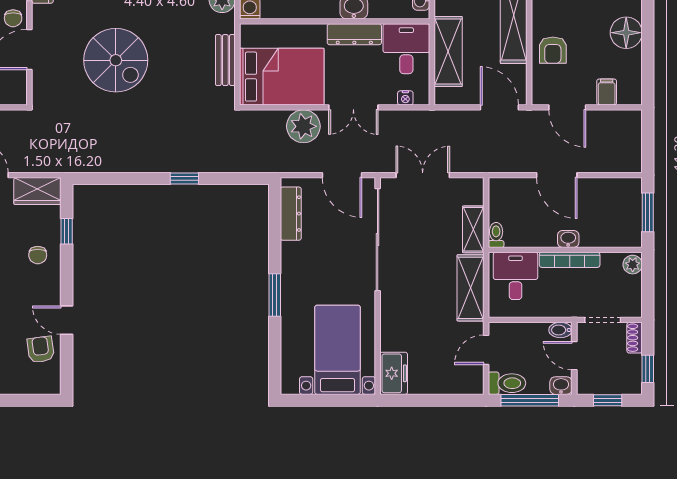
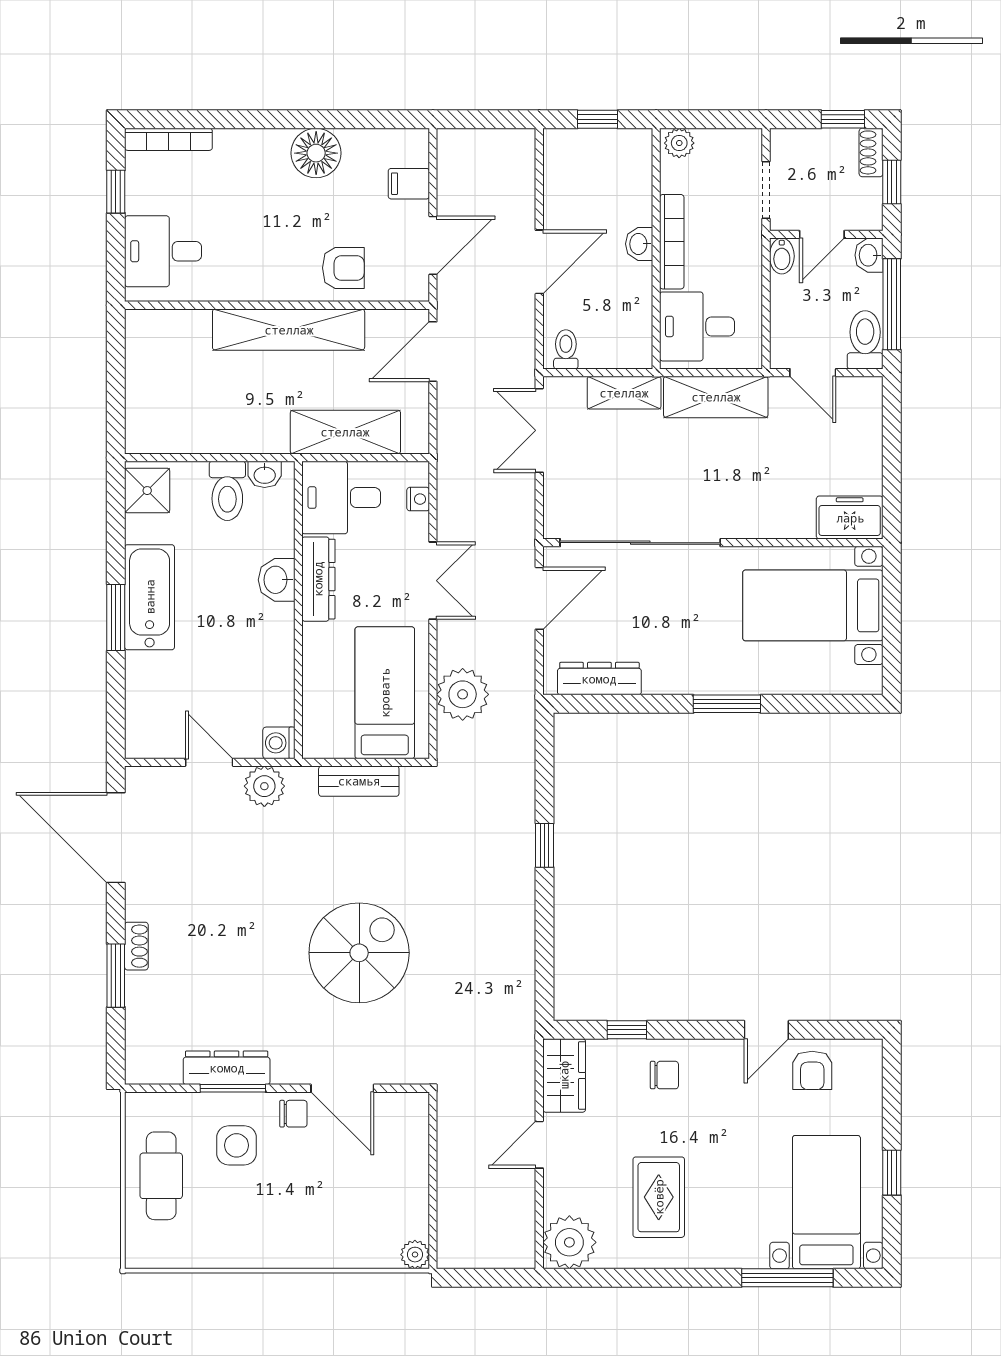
bed: (282, 77) -> (385, 693), width x0.67
plant: (303, 126) -> (463, 694), moved
double door: (423, 175) -> (539, 430), moved
window: (648, 212) -> (598, 119), width x0.67
toilet: (496, 235) -> (566, 349), moved, turned 90
shoe rack: (635, 338) -> (871, 152), moved, turned 90
armchair: (41, 349) -> (812, 1070), turned -82

